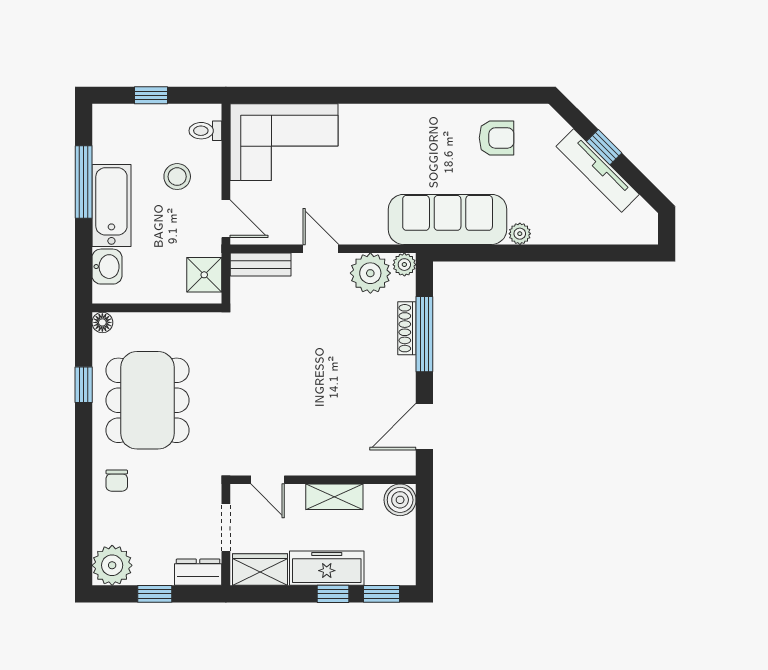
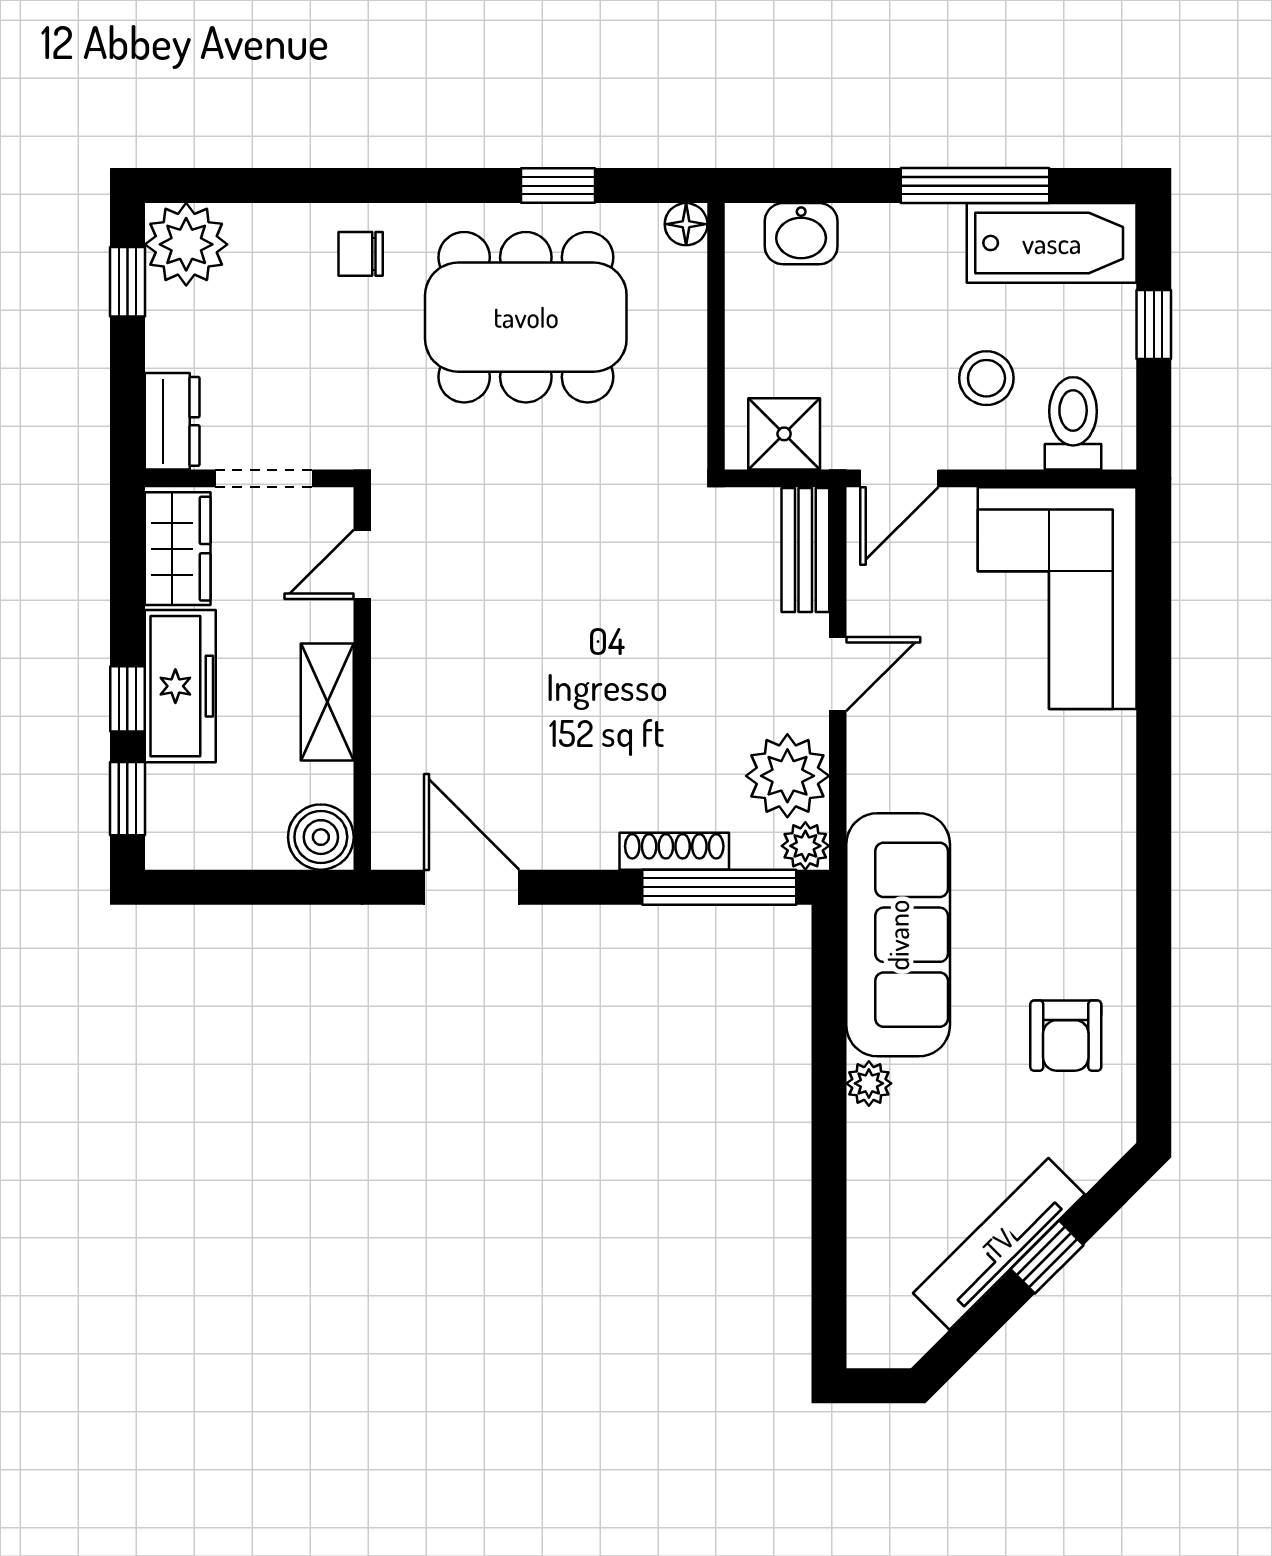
toilet: (205, 131) -> (1073, 423), width x1.37, depth x1.39
bathtub: (111, 205) -> (1052, 243), moved
window: (424, 334) -> (719, 887), moved
window: (155, 594) -> (127, 282), moved

